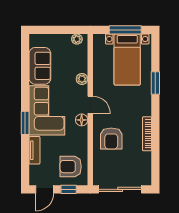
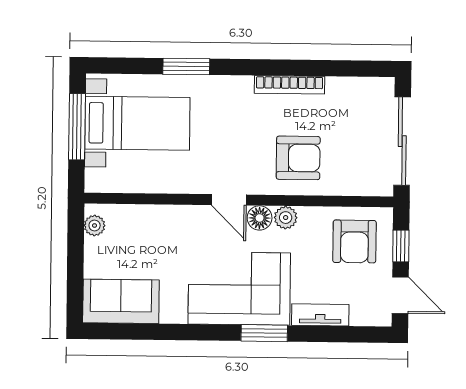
sofa: (40, 66) -> (121, 301), moved
plant: (82, 79) -> (286, 218), moved
door: (90, 105) -> (229, 200), swing flipped

